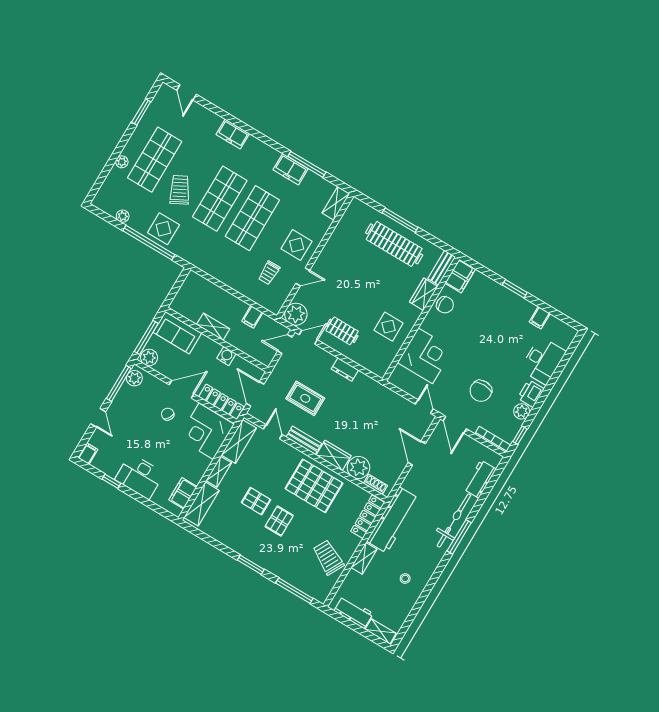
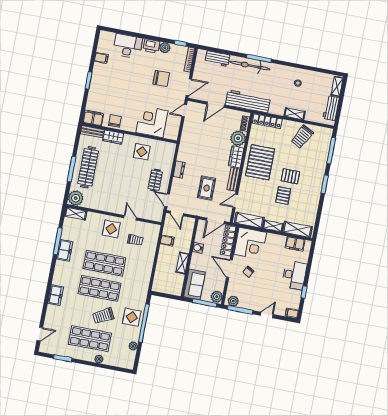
plant: (296, 314) -> (76, 198), moved
workbench: (393, 520) -> (248, 101), moved

